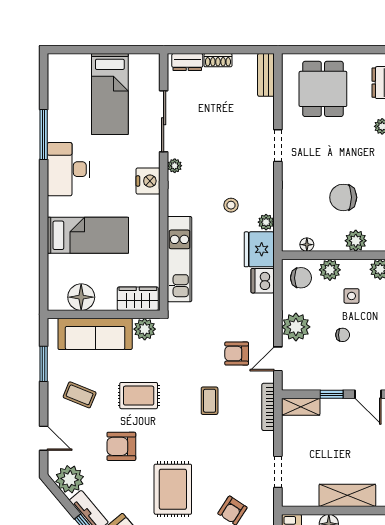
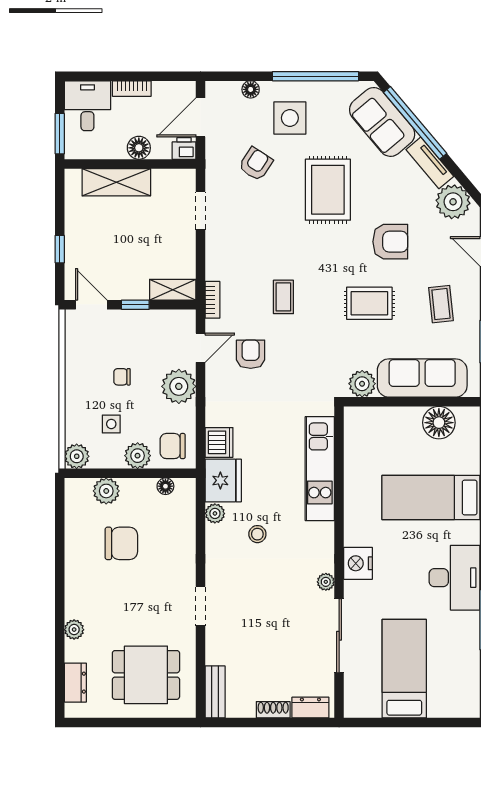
dining table: (323, 89) -> (146, 675), turned 90
wardrobe: (138, 299) -> (370, 421), removed
armchair: (237, 354) -> (251, 354), turned -90
coffee table: (80, 395) -> (441, 304), turned 62
bookcase: (268, 407) -> (213, 300), width x0.64

